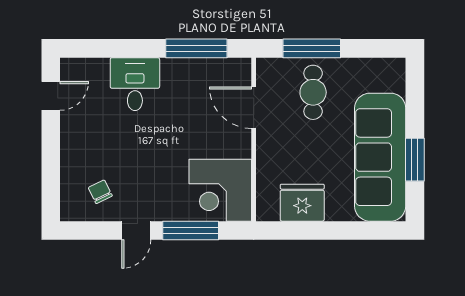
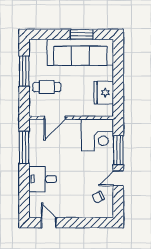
window: (312, 48) -> (24, 71), moved
door: (136, 230) -> (118, 178), swing flipped

